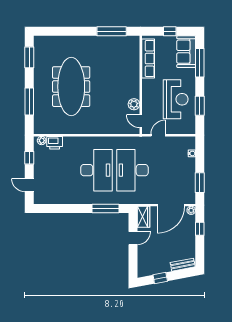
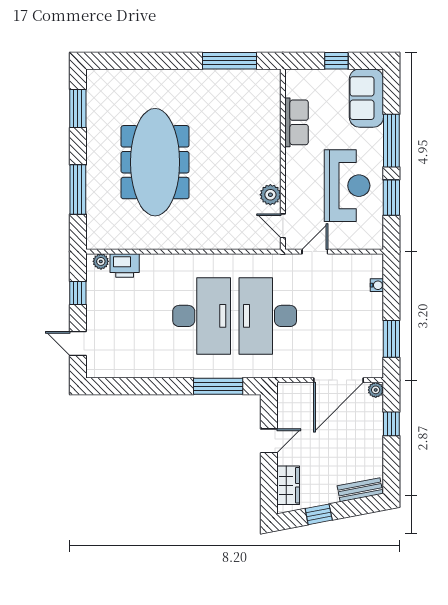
row of seats: (148, 59) -> (297, 122), width x0.68
window: (200, 63) -> (391, 141), moved
wardrobe: (144, 217) -> (288, 485), moved

